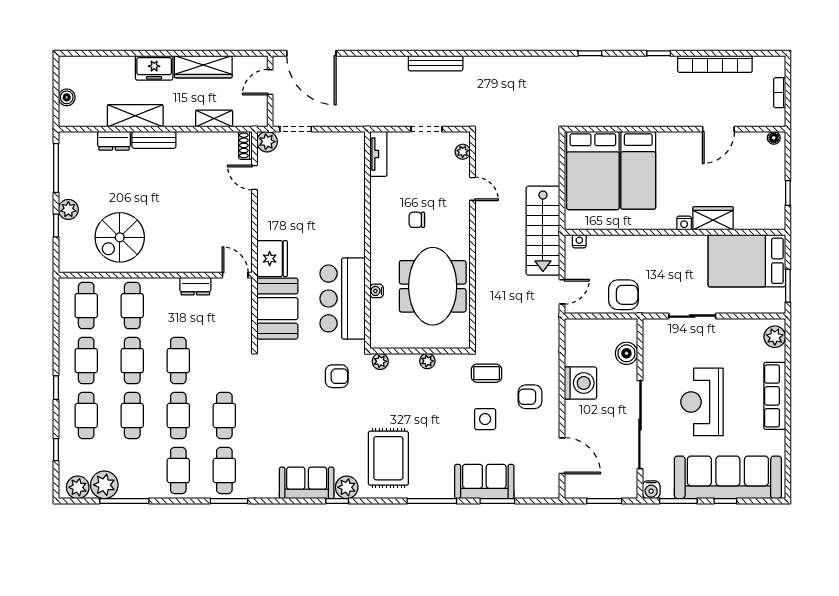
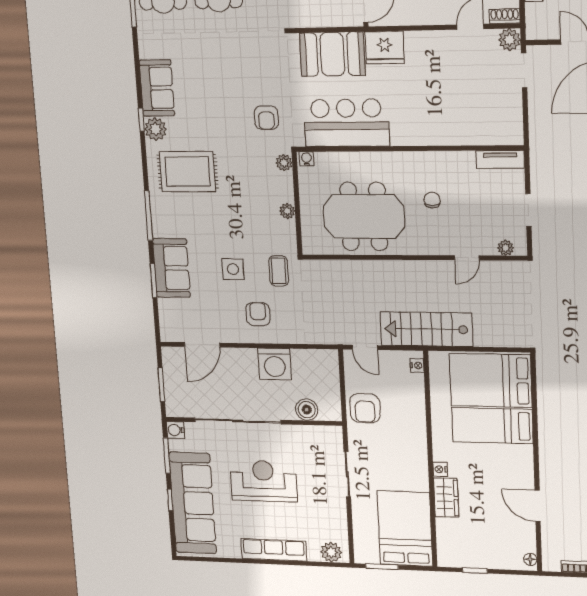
water cooler: (377, 291) -> (307, 159), moved

